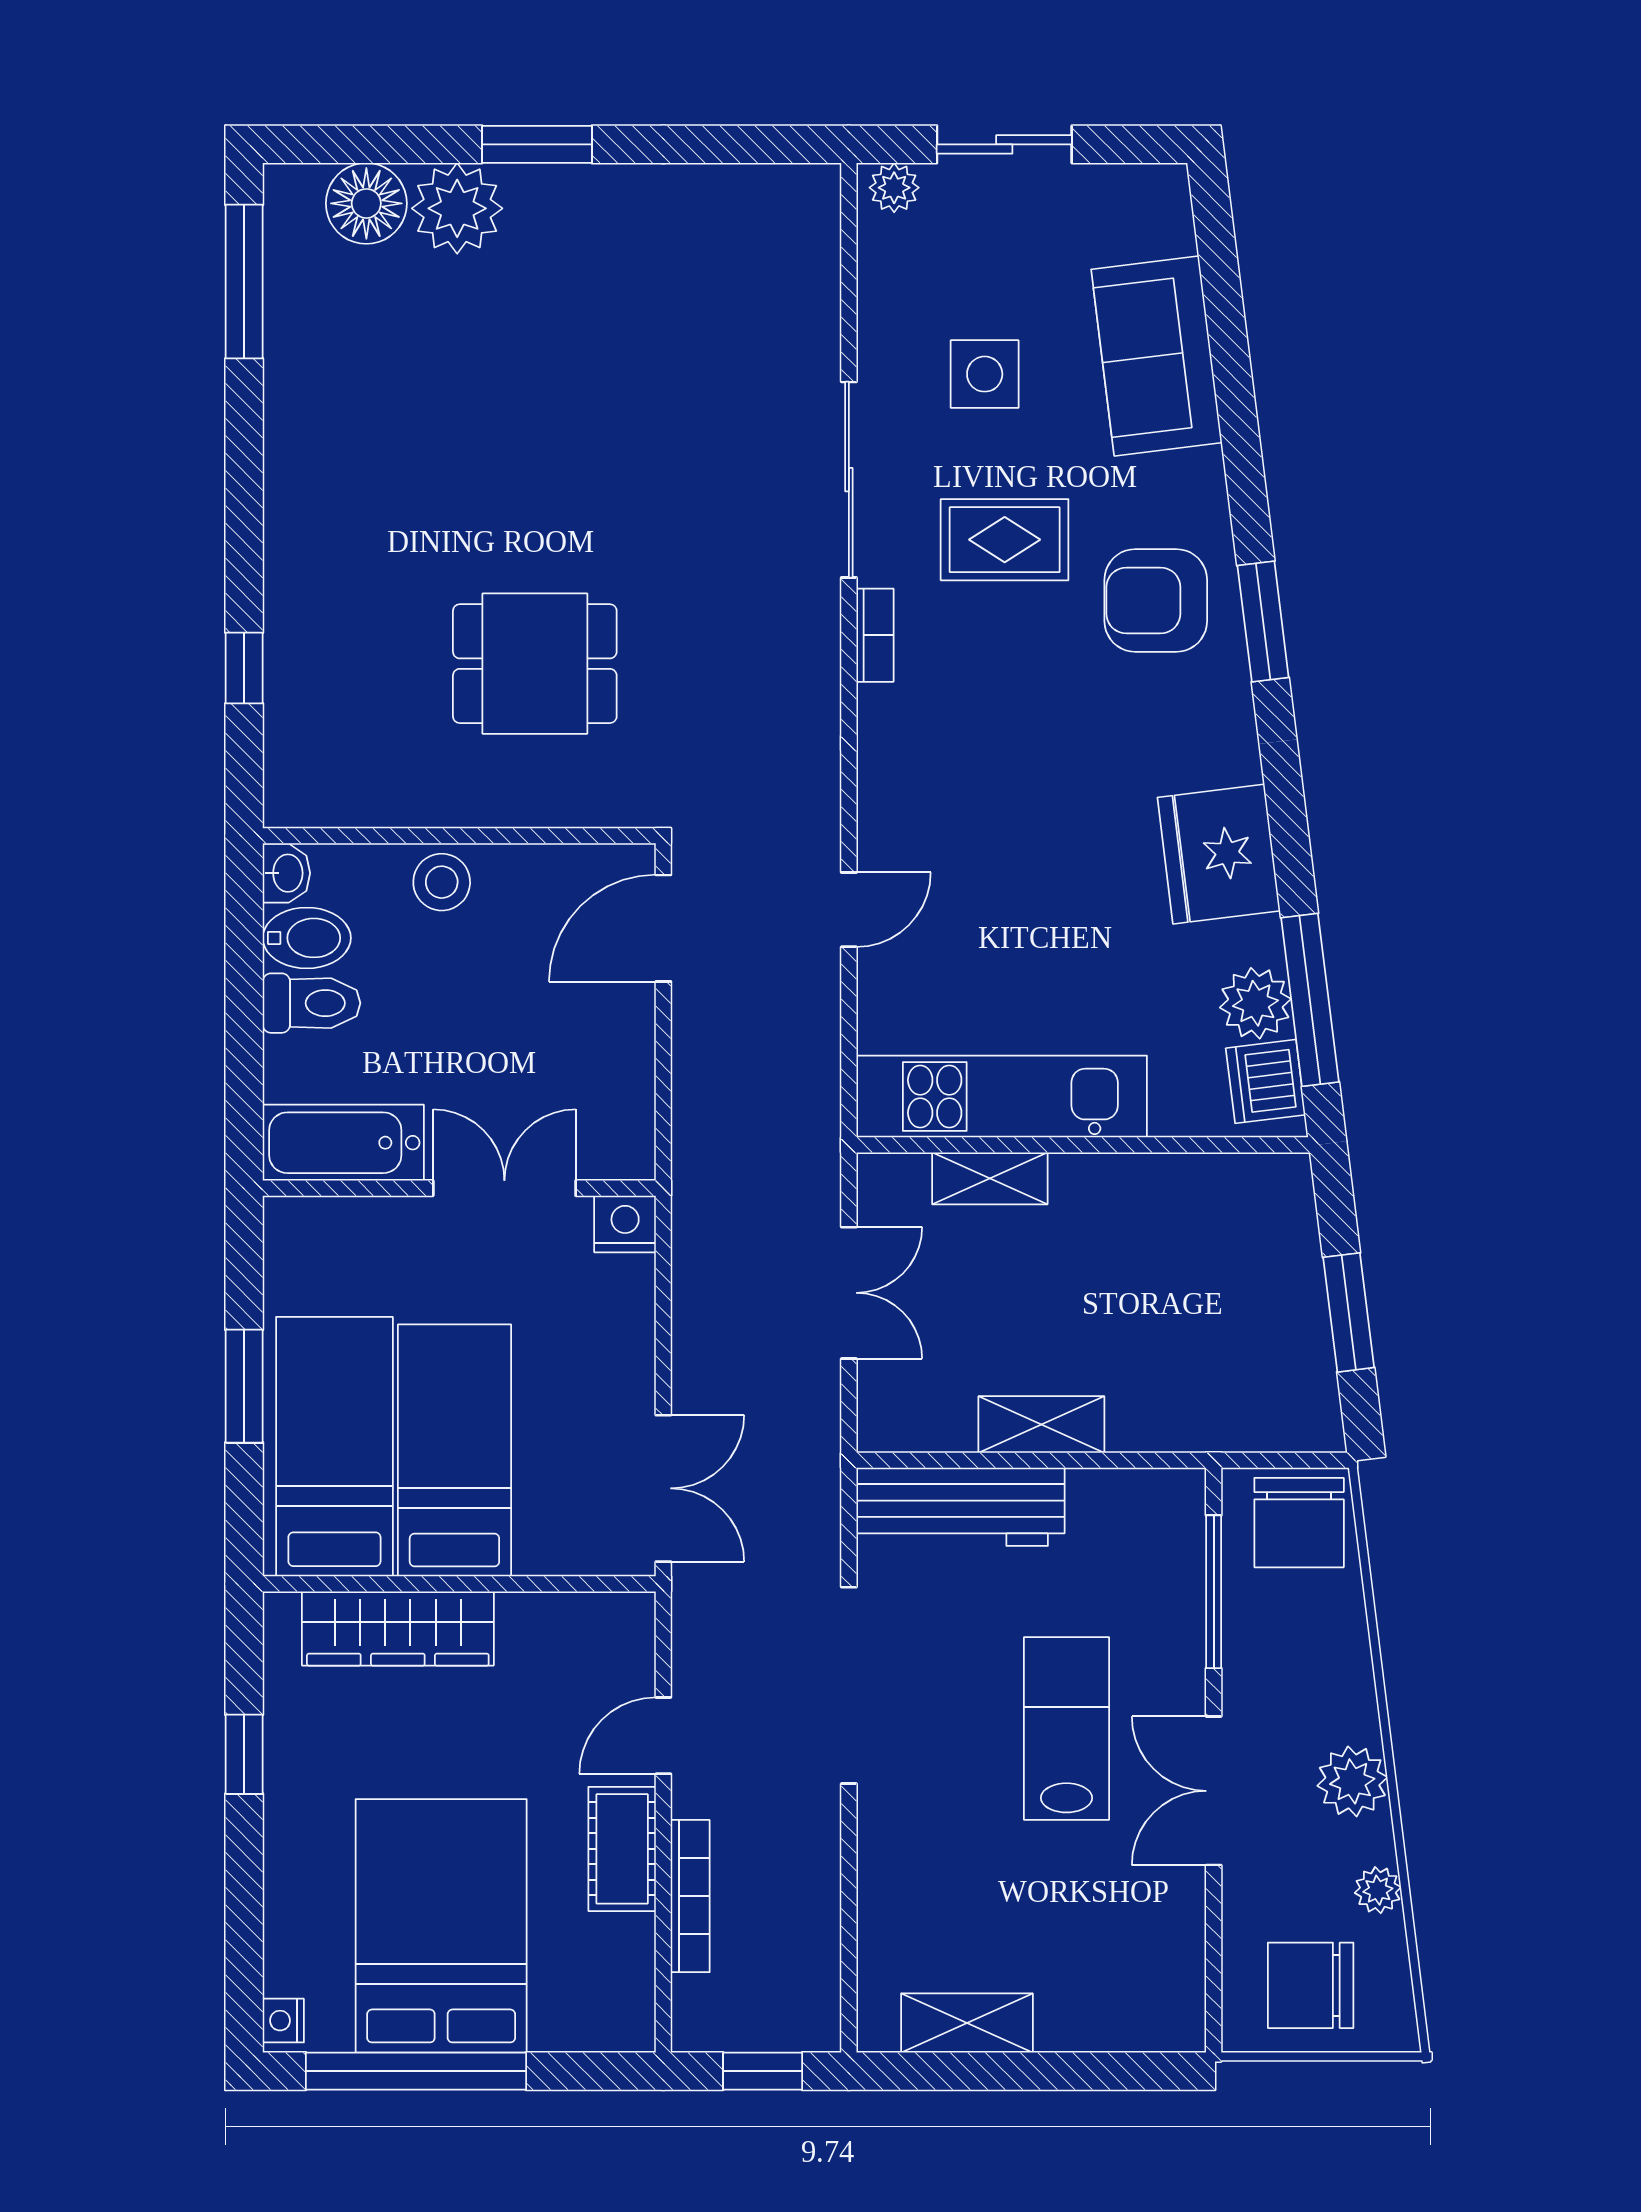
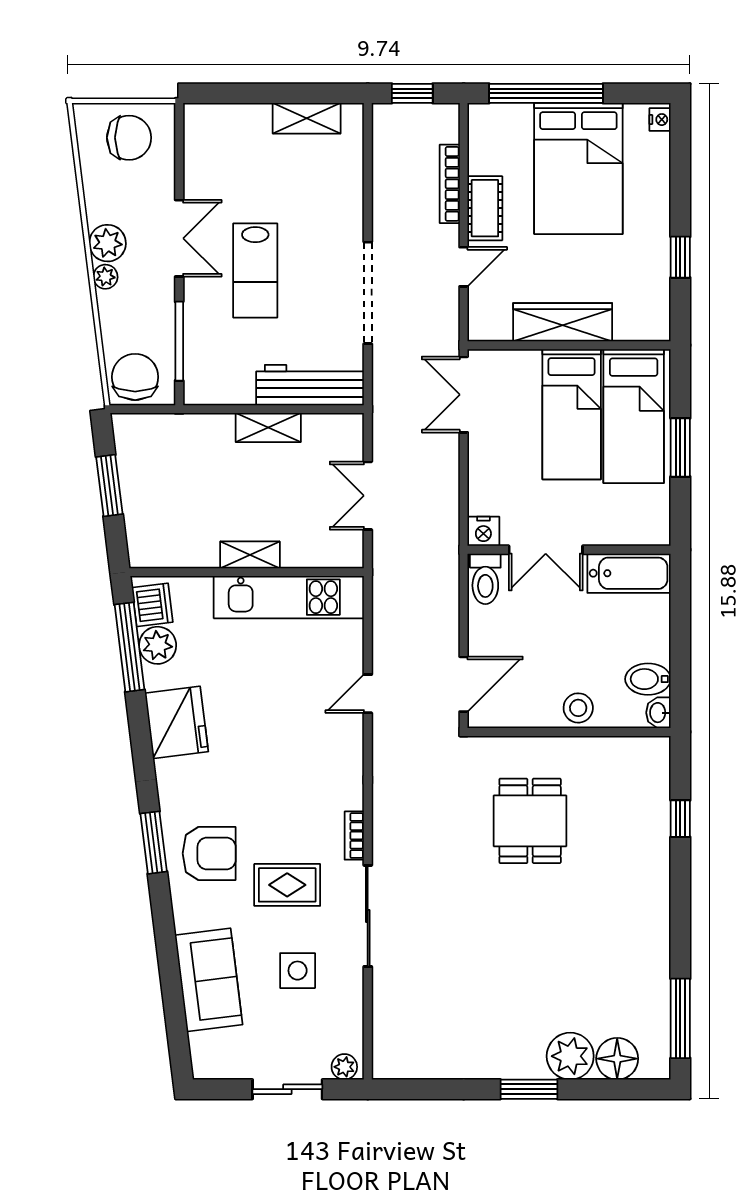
dining table: (535, 664) -> (530, 821), turned 90
toilet: (312, 1003) -> (485, 579), moved, turned -90
shelving: (990, 1178) -> (250, 555), moved
wardrobe: (398, 1628) -> (563, 322), moved
plant: (1378, 1890) -> (105, 277), moved
window: (416, 2071) -> (546, 93), moved

